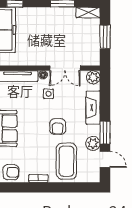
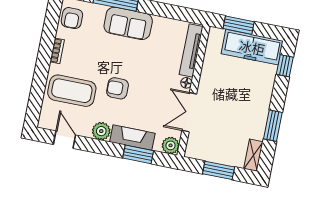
side table: (48, 94) -> (161, 85), removed
window: (105, 133) -> (138, 154), moved
plant: (93, 144) -> (101, 131), moved
door: (105, 159) -> (64, 140), swing flipped

